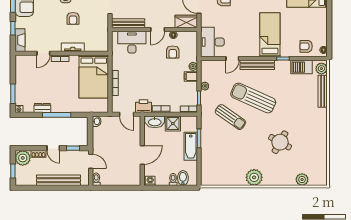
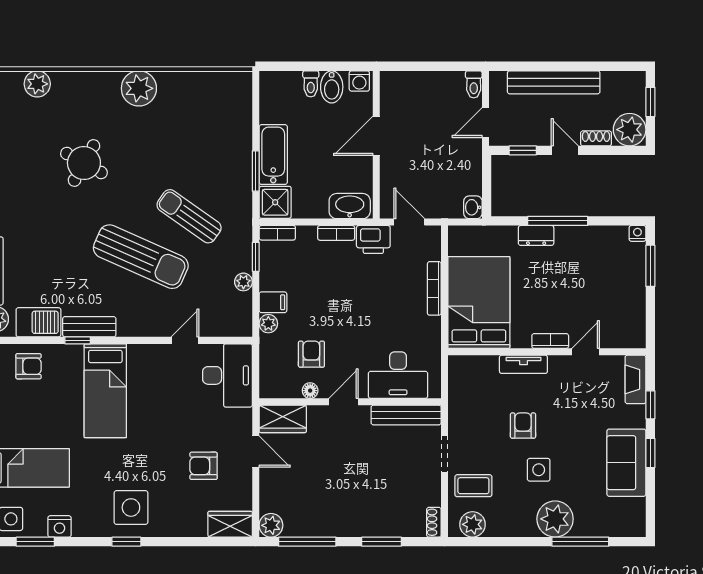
bench: (257, 65) -> (89, 327), moved, width x0.73
dresser: (42, 108) -> (536, 235), moved
shower: (173, 123) -> (275, 202), moved
door: (91, 161) -> (485, 123), hinge flipped
bidet: (183, 178) -> (332, 87), moved

